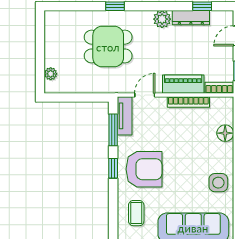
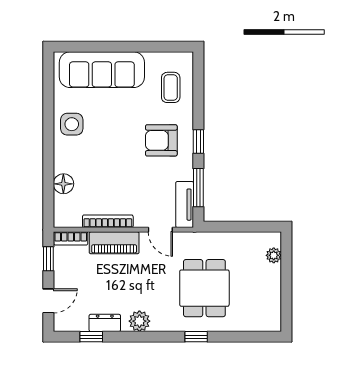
dresser: (191, 18) -> (105, 323), width x0.70
dining table: (108, 47) -> (204, 288), turned 90
door: (145, 95) -> (160, 230), hinge flipped
armchair: (144, 169) -> (161, 140), width x0.73, depth x0.73

